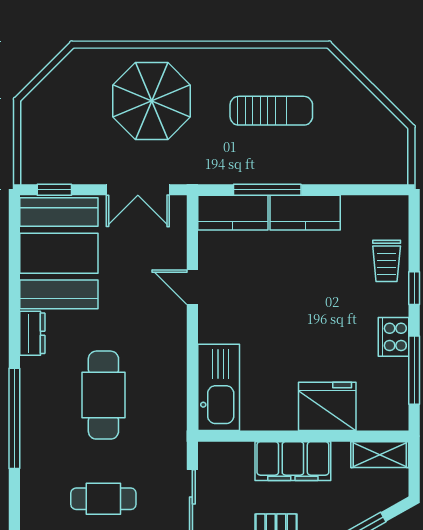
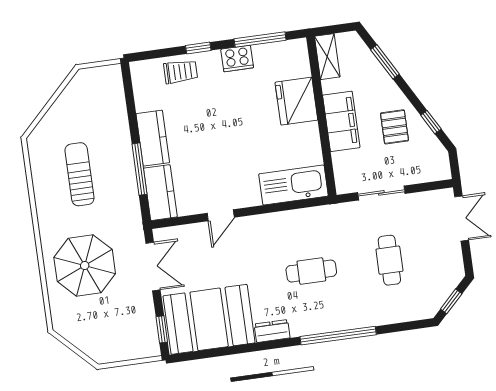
cafe table: (103, 395) -> (311, 271), width x0.73, depth x0.74

